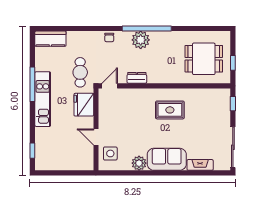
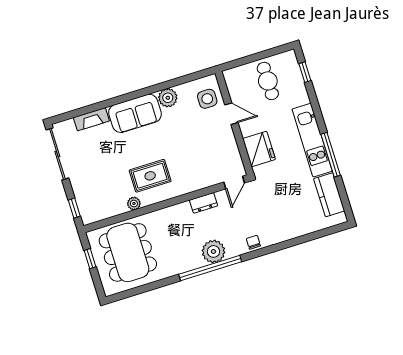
kitchen counter: (50, 39) -> (329, 195), moved, turned -90
dining table: (204, 59) -> (128, 252), width x1.38
cafe table: (80, 72) -> (268, 81), moved
plant: (188, 93) -> (134, 204), added

